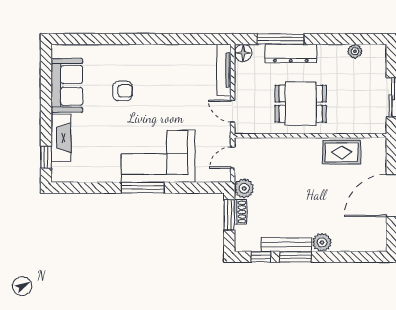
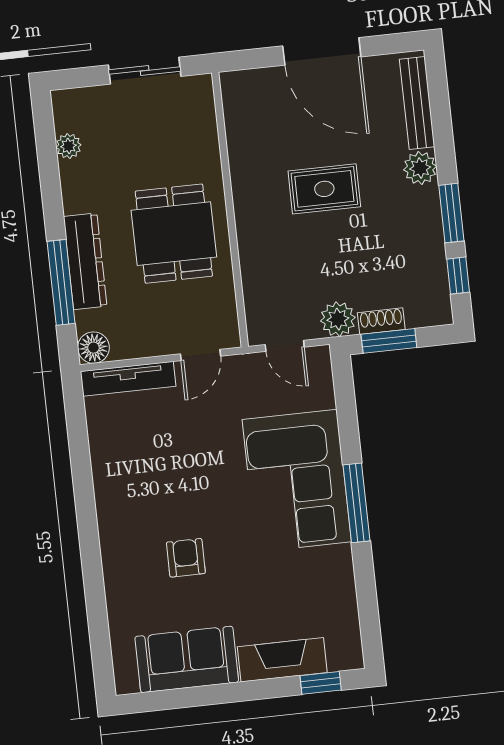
rug: (342, 152) -> (324, 189), moved, turned 90
bench: (286, 245) -> (417, 103), moved

